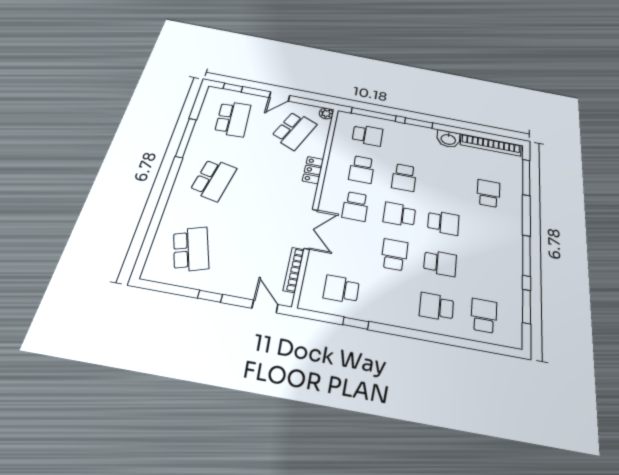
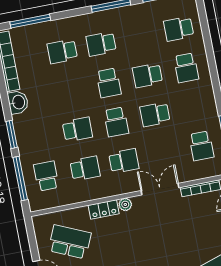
plant: (326, 114) -> (125, 204), moved
school desk: (443, 223) -> (109, 83), turned 180
school desk: (487, 231) -> (101, 44), added
school desk: (440, 263) -> (147, 75), turned -90

